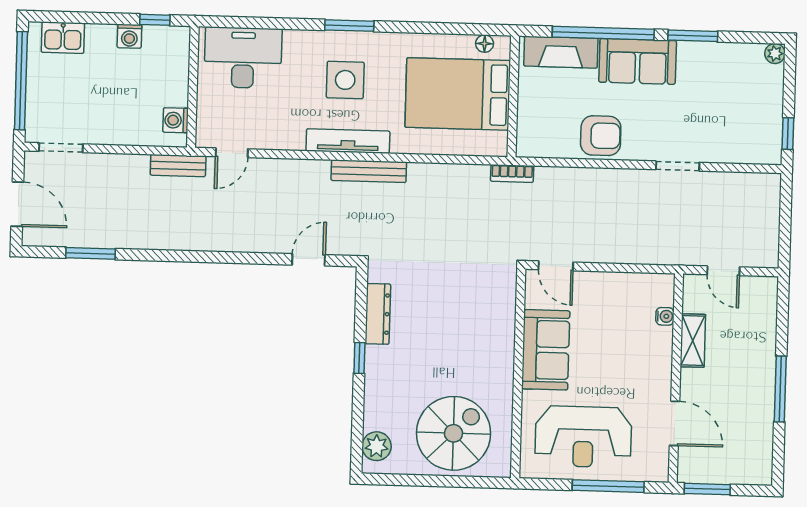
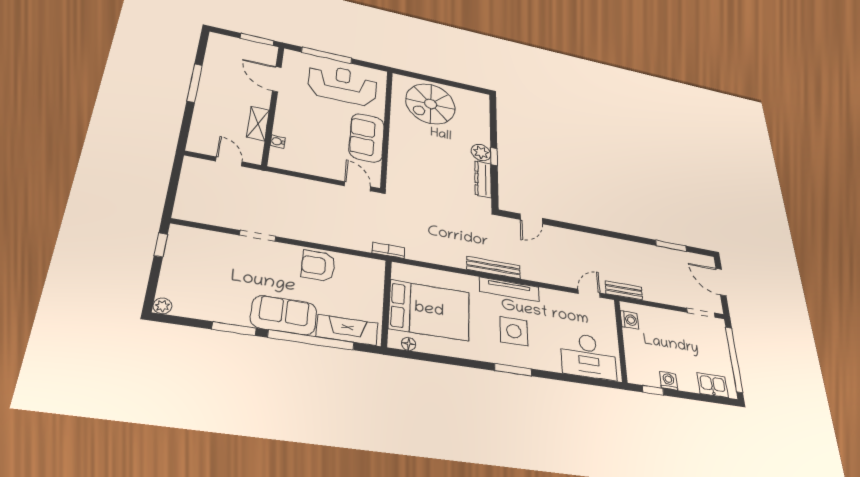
plant: (377, 446) -> (481, 153), moved

